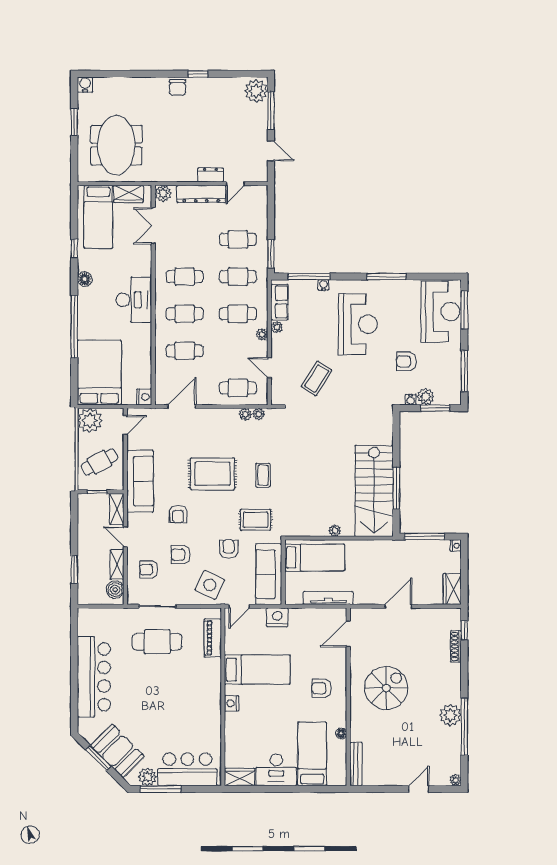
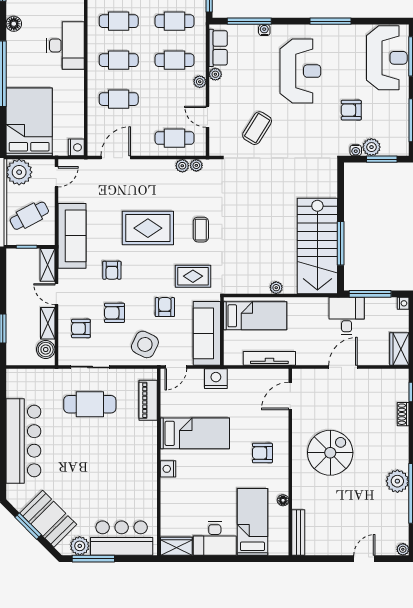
desk: (402, 558) -> (347, 316), added
shoe rack: (456, 646) -> (403, 414), width x0.70

